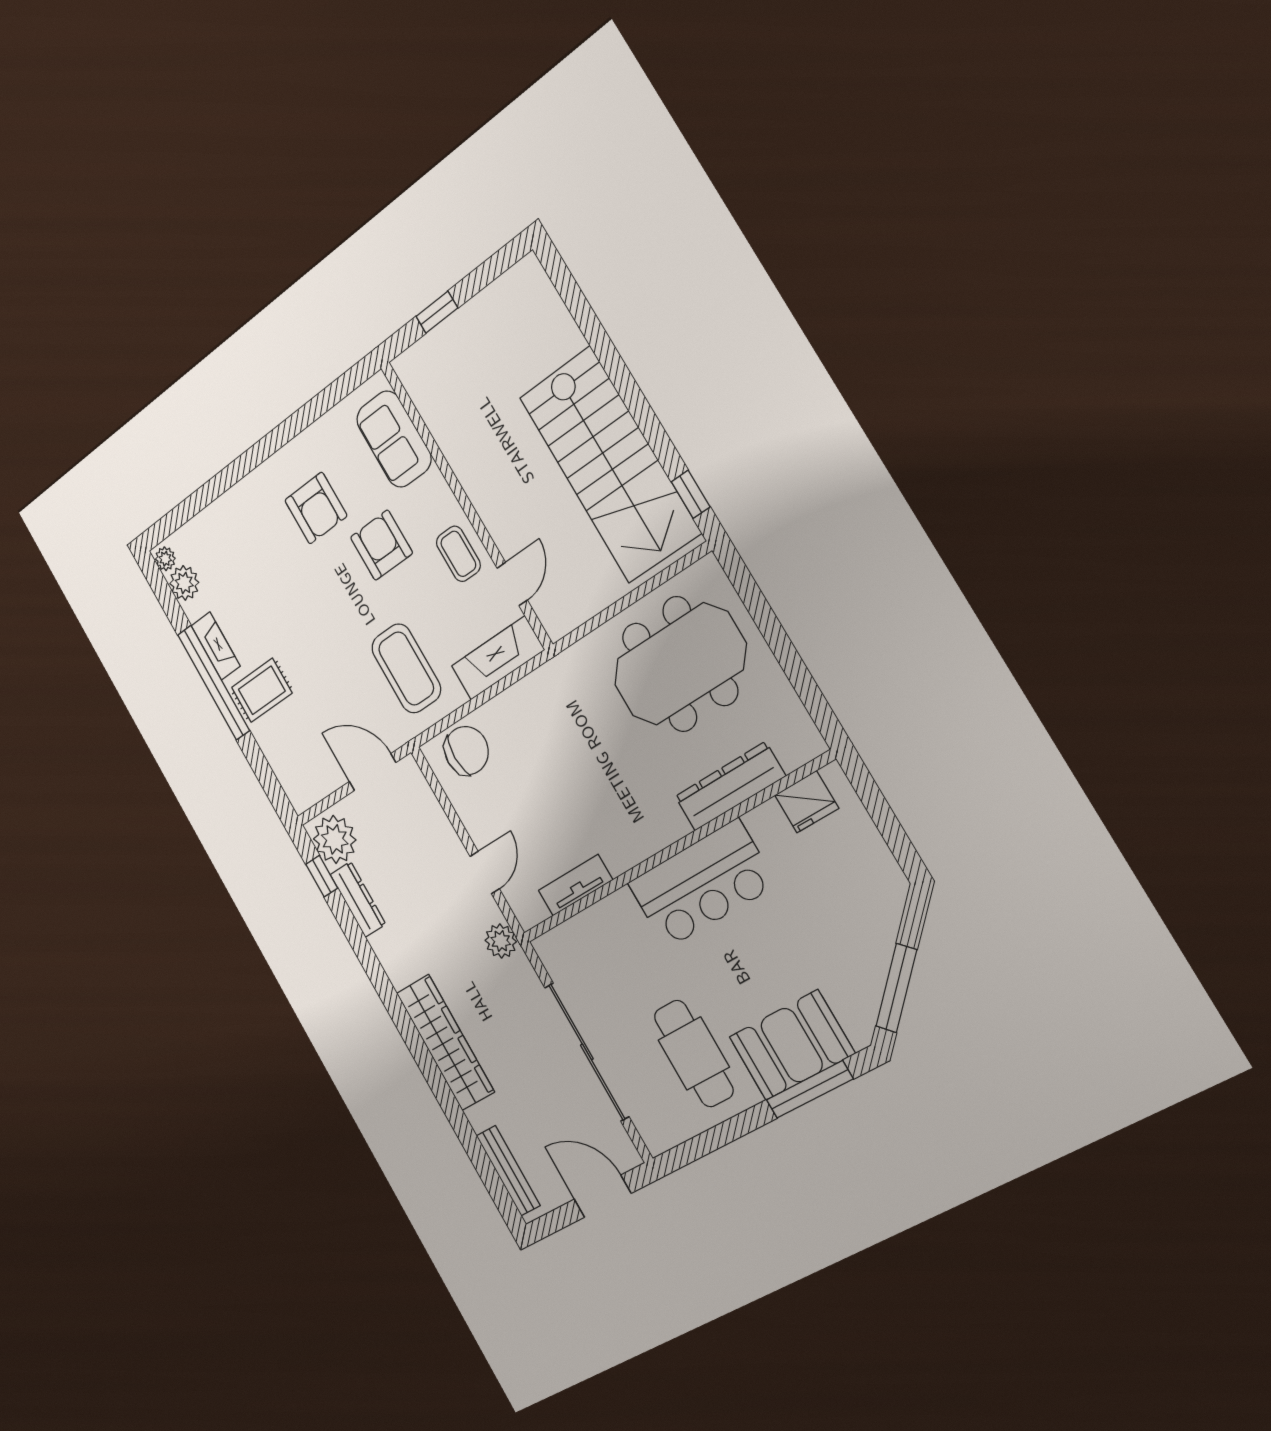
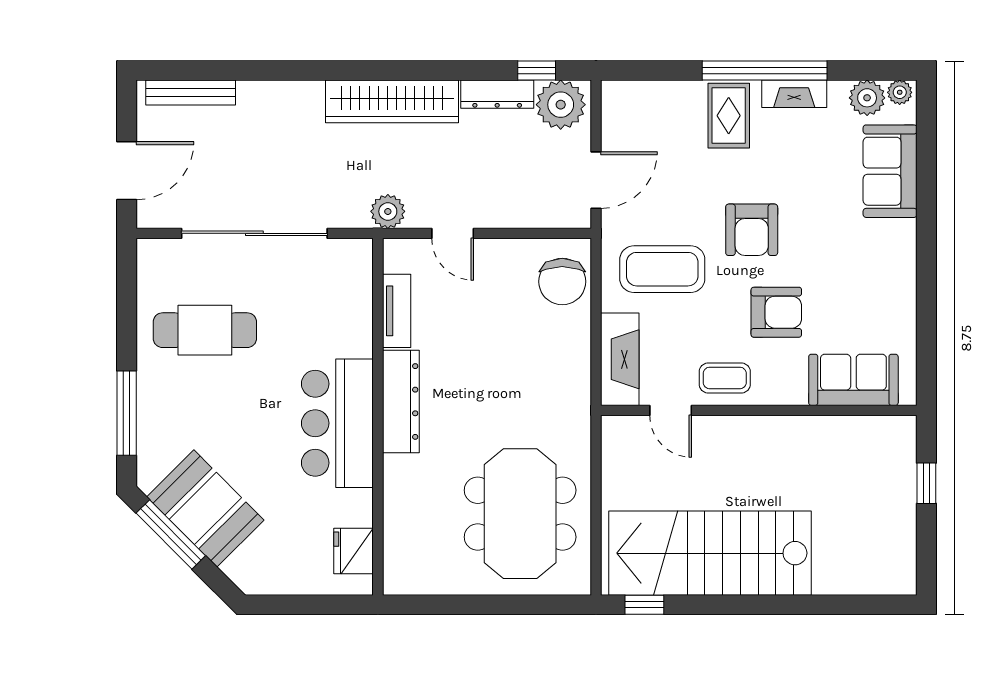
armchair: (316, 508) -> (752, 230), moved, turned -90
sofa: (224, 525) -> (890, 171), added
dresser: (730, 786) -> (401, 401), moved
wardrobe: (445, 1042) -> (392, 101), moved
booth: (792, 1045) -> (205, 508), moved, turned -45

